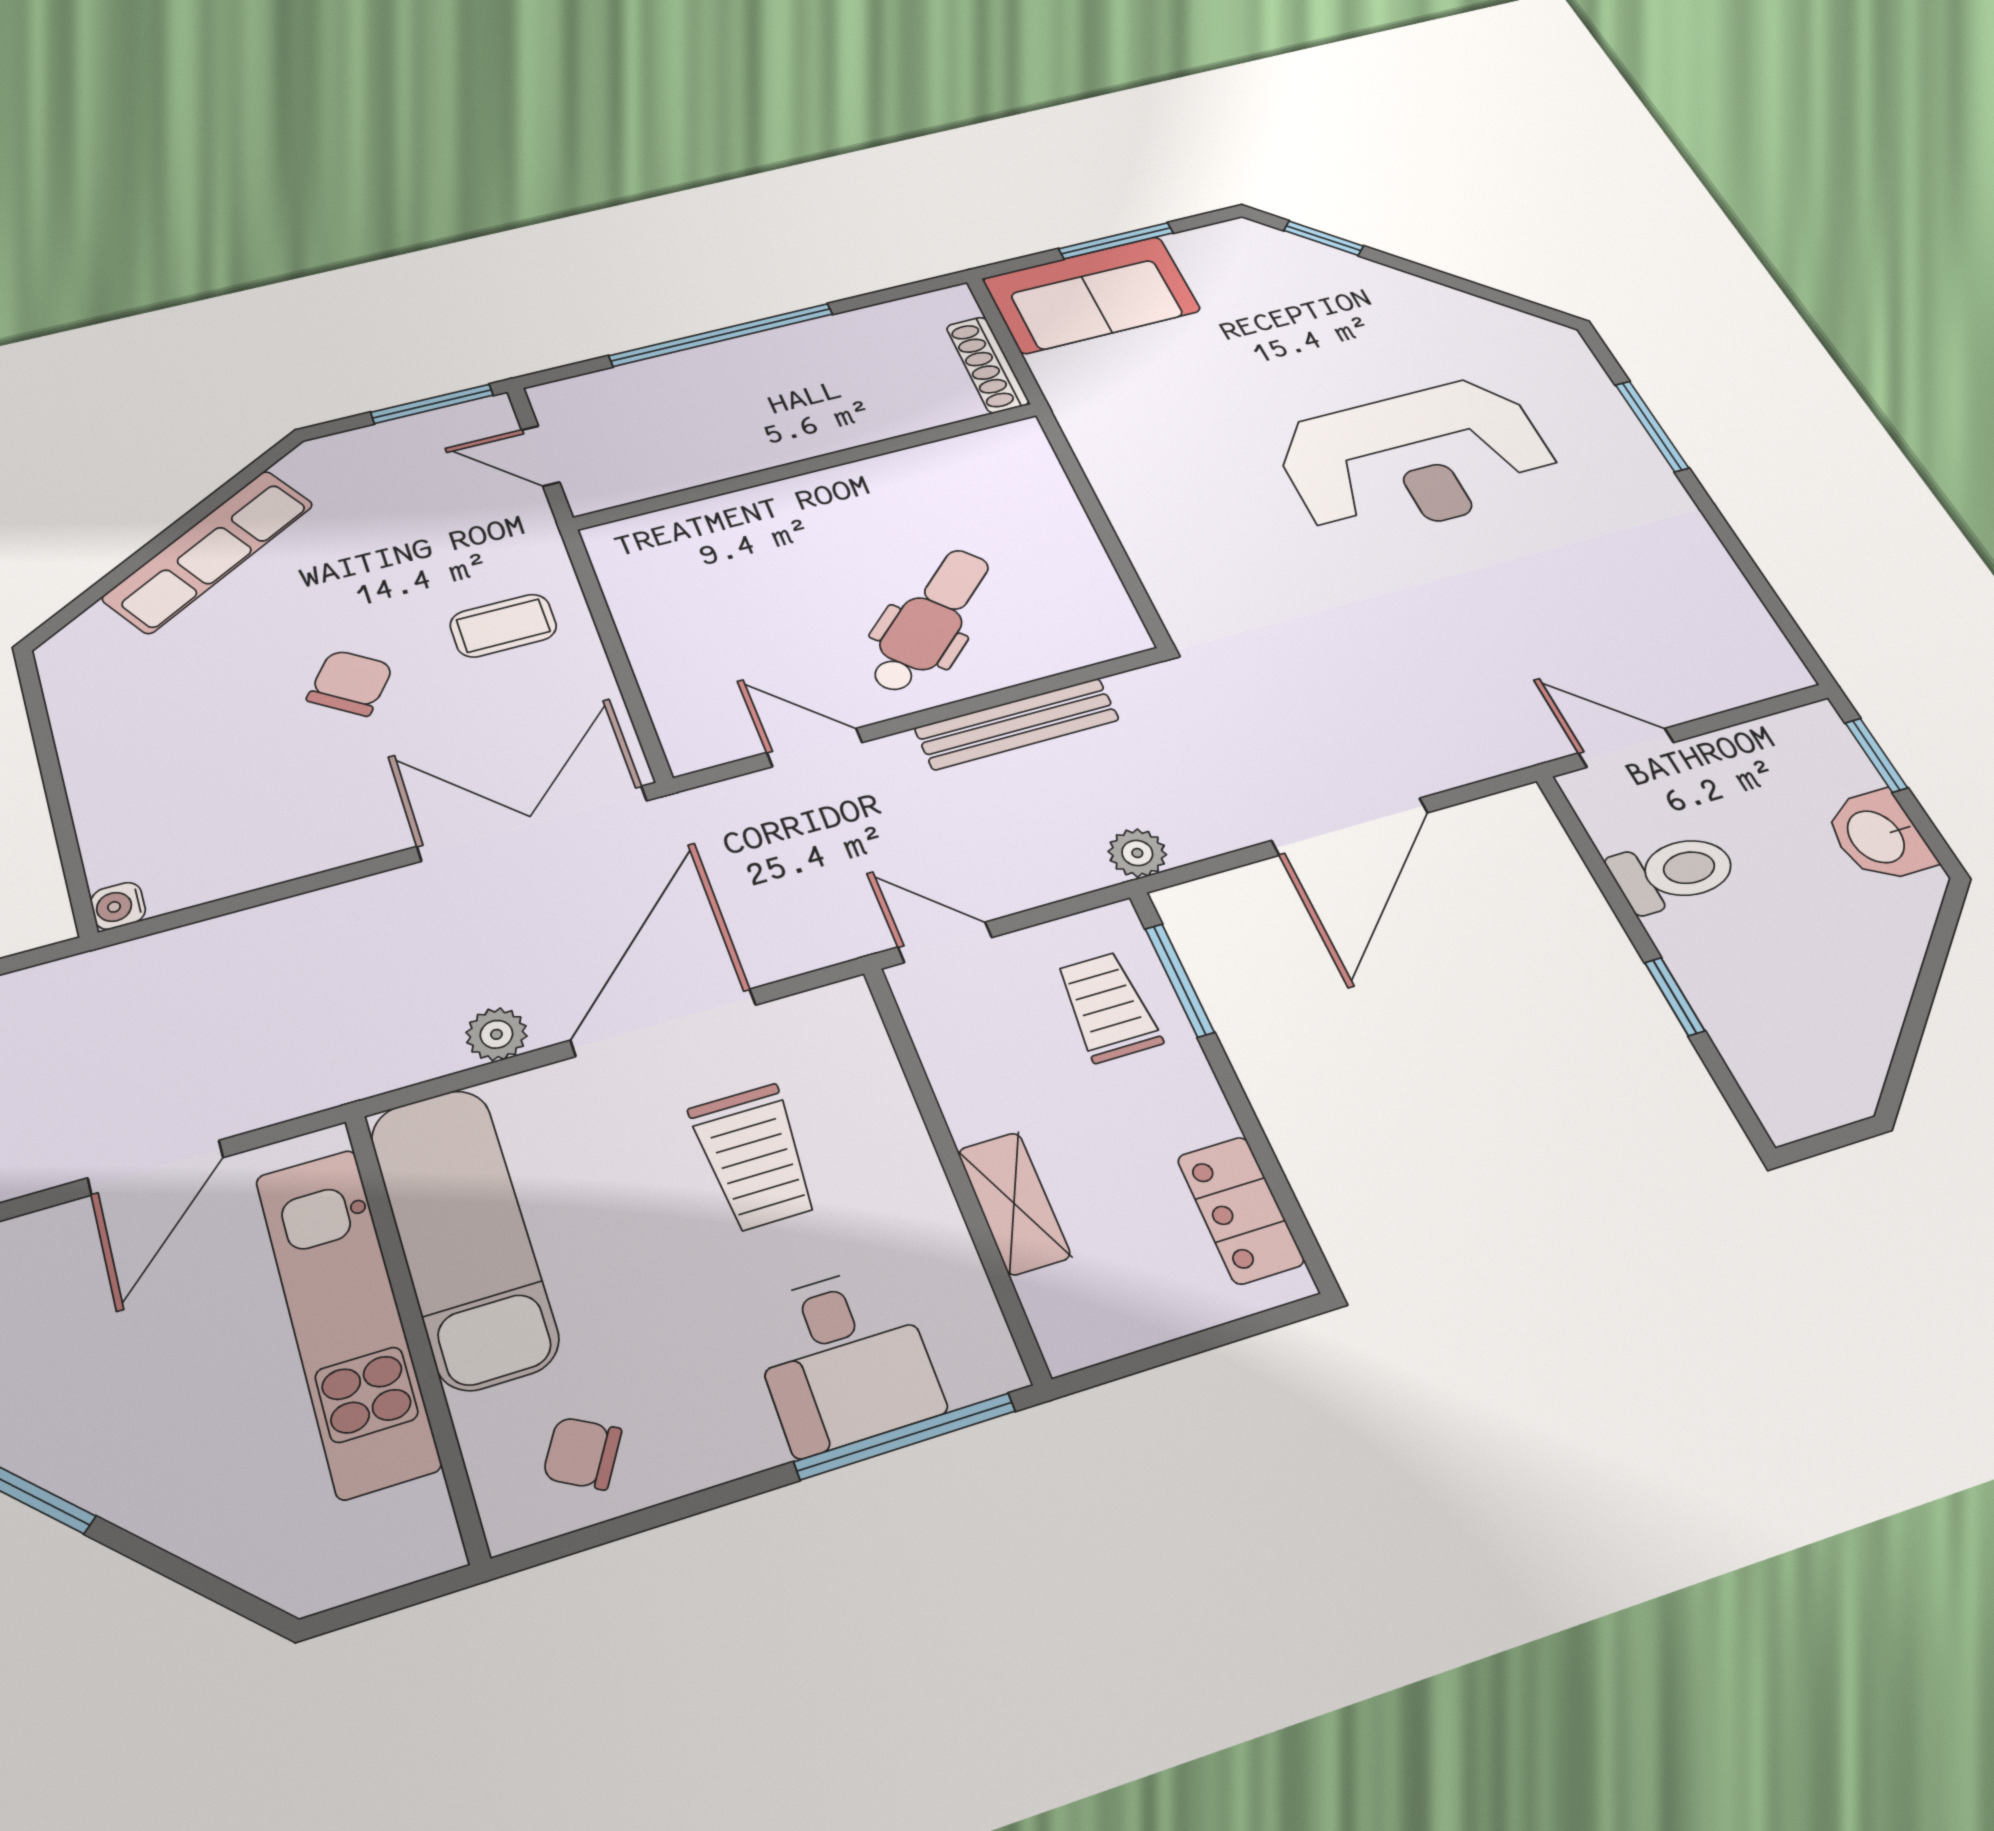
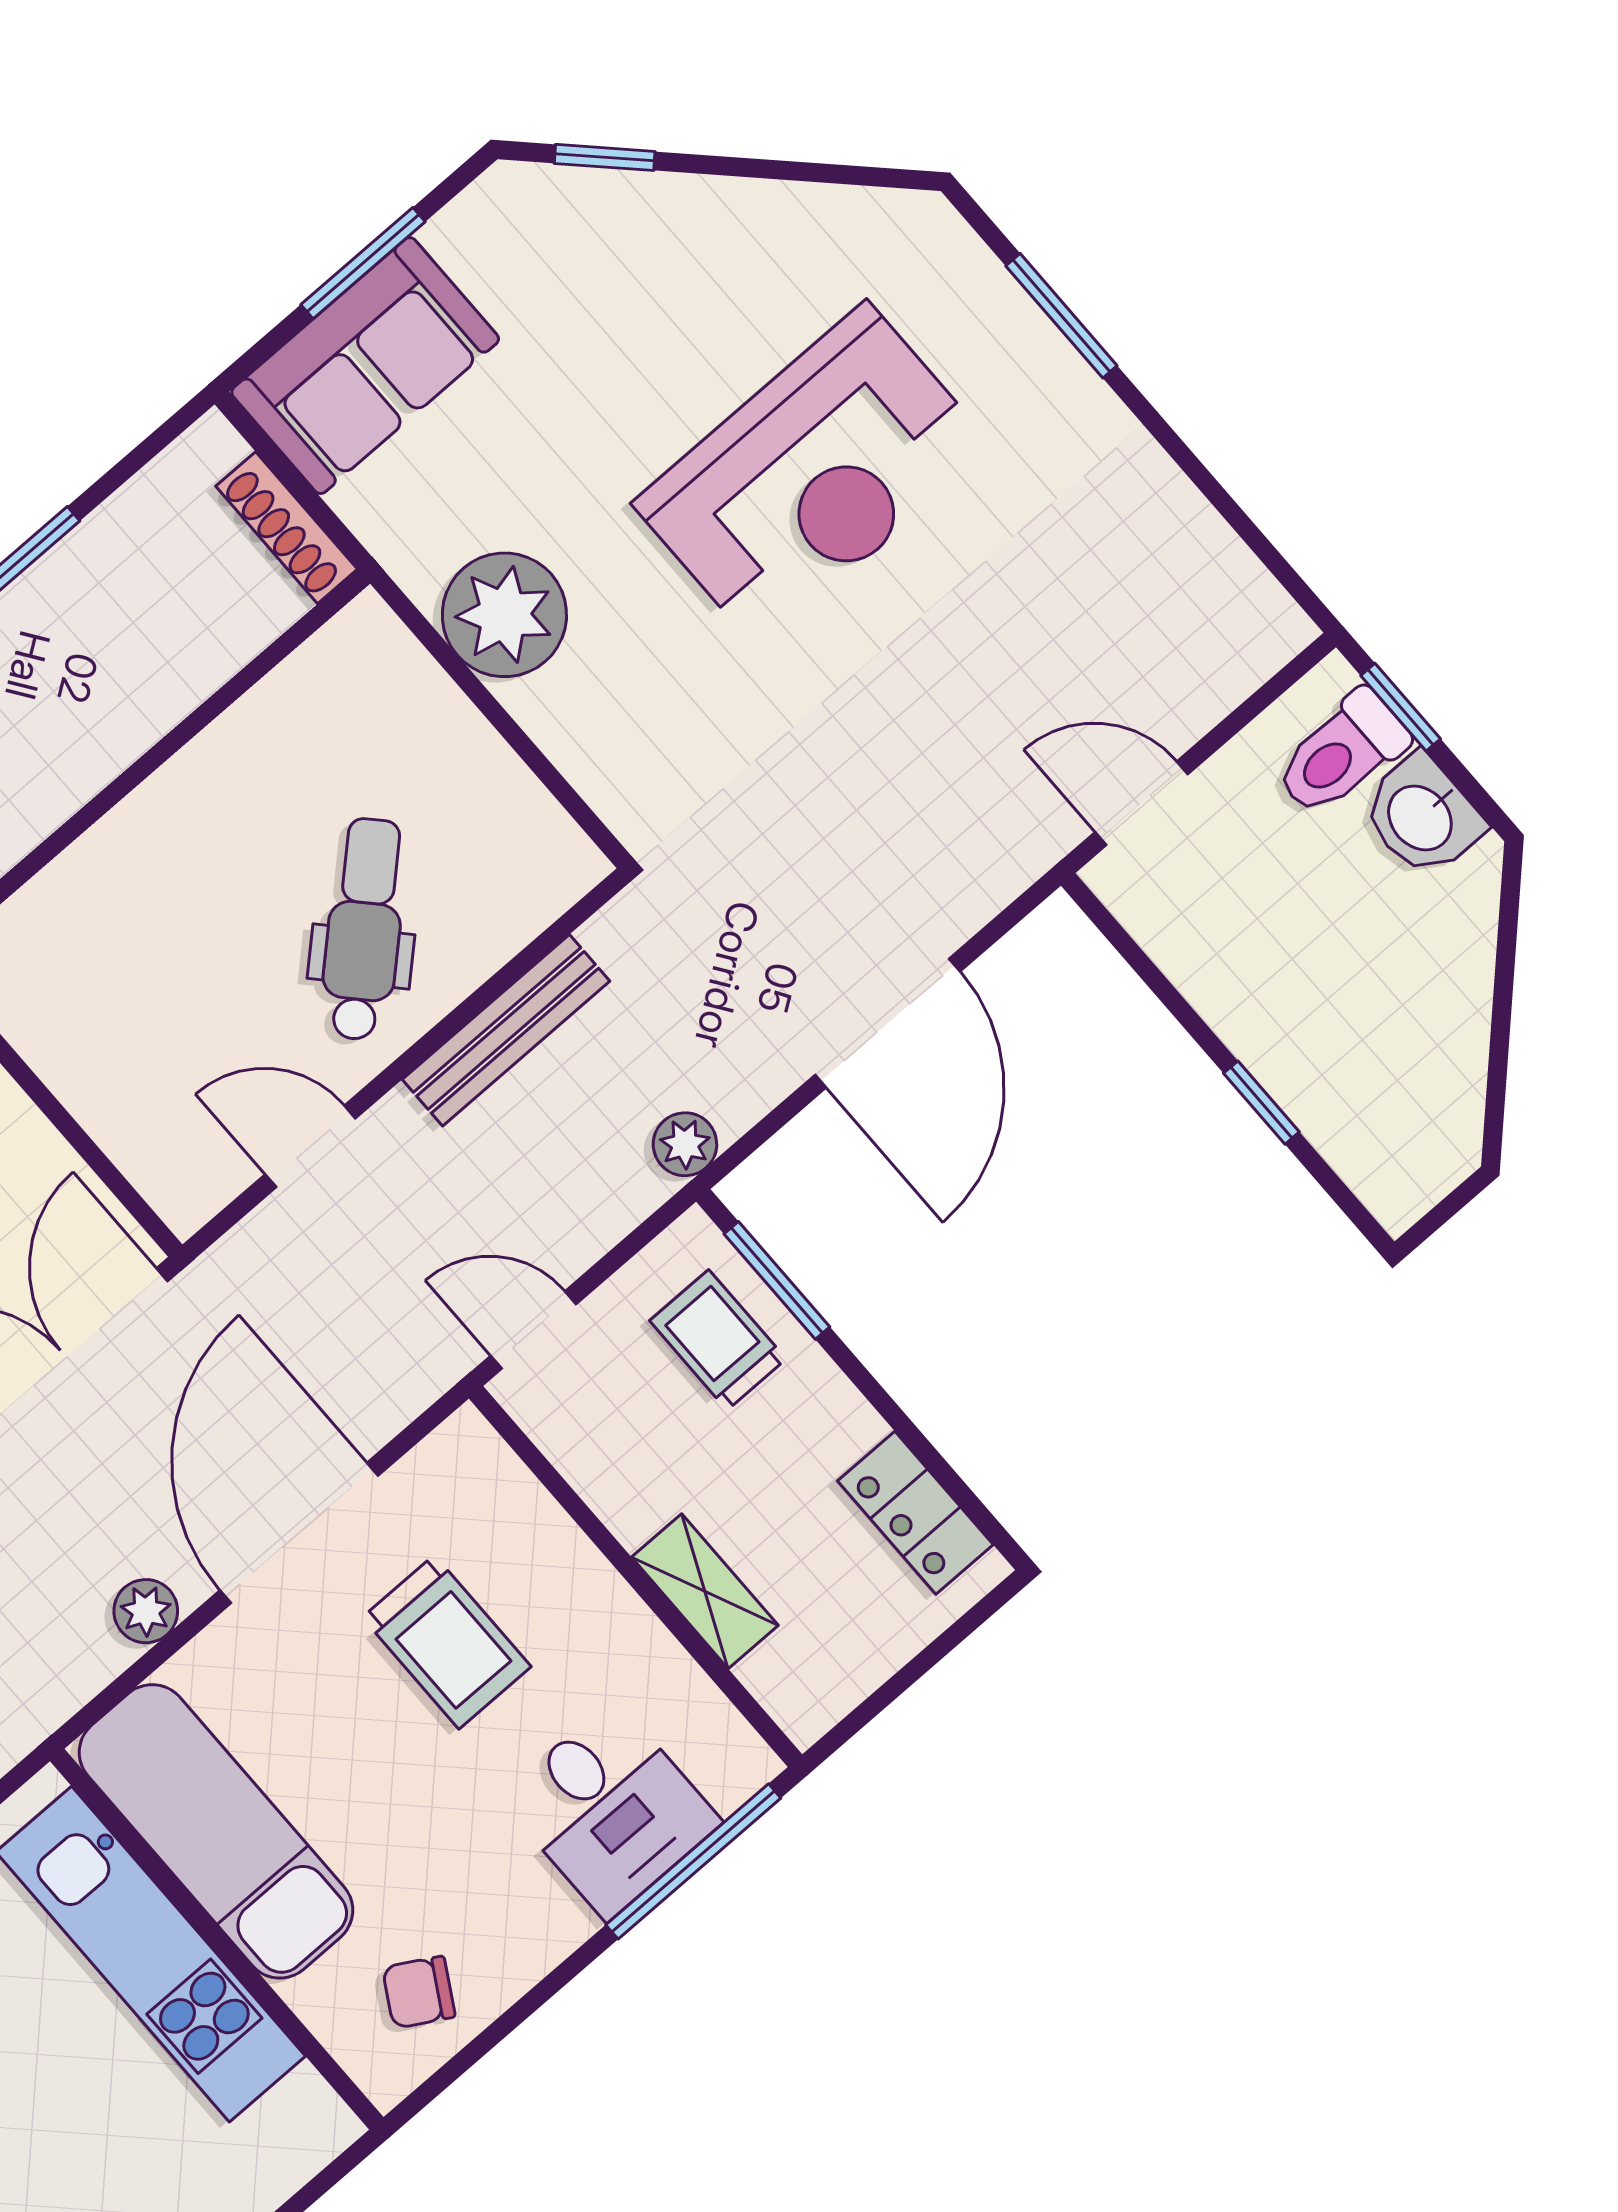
plant: (1134, 465) -> (504, 615), added
toilet: (1674, 872) -> (1341, 753), moved, turned 180

